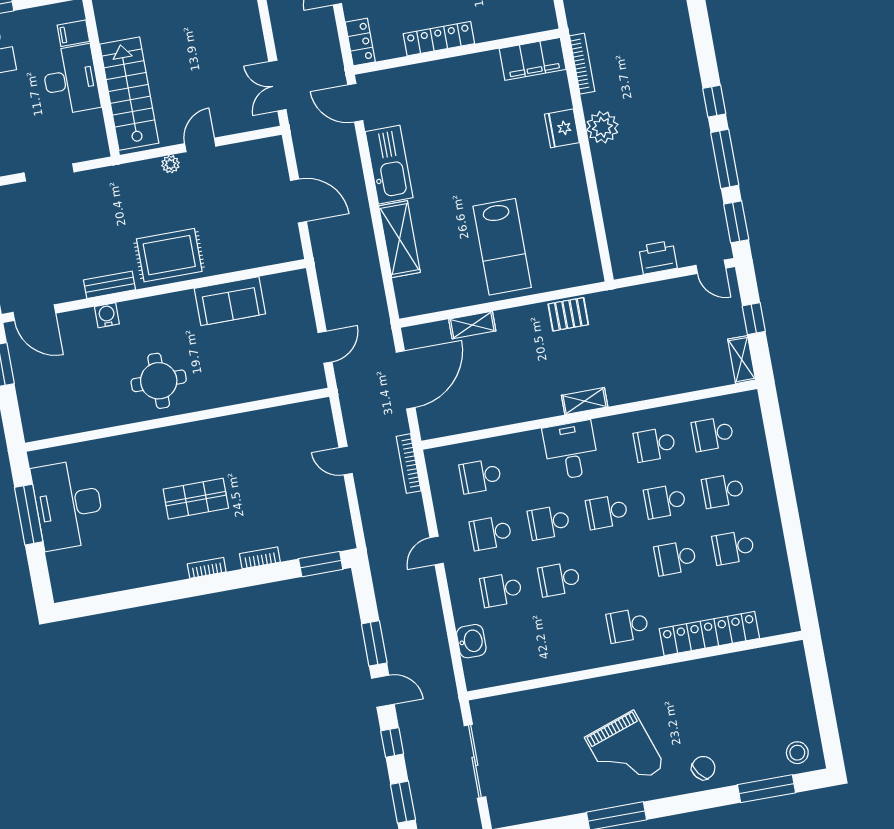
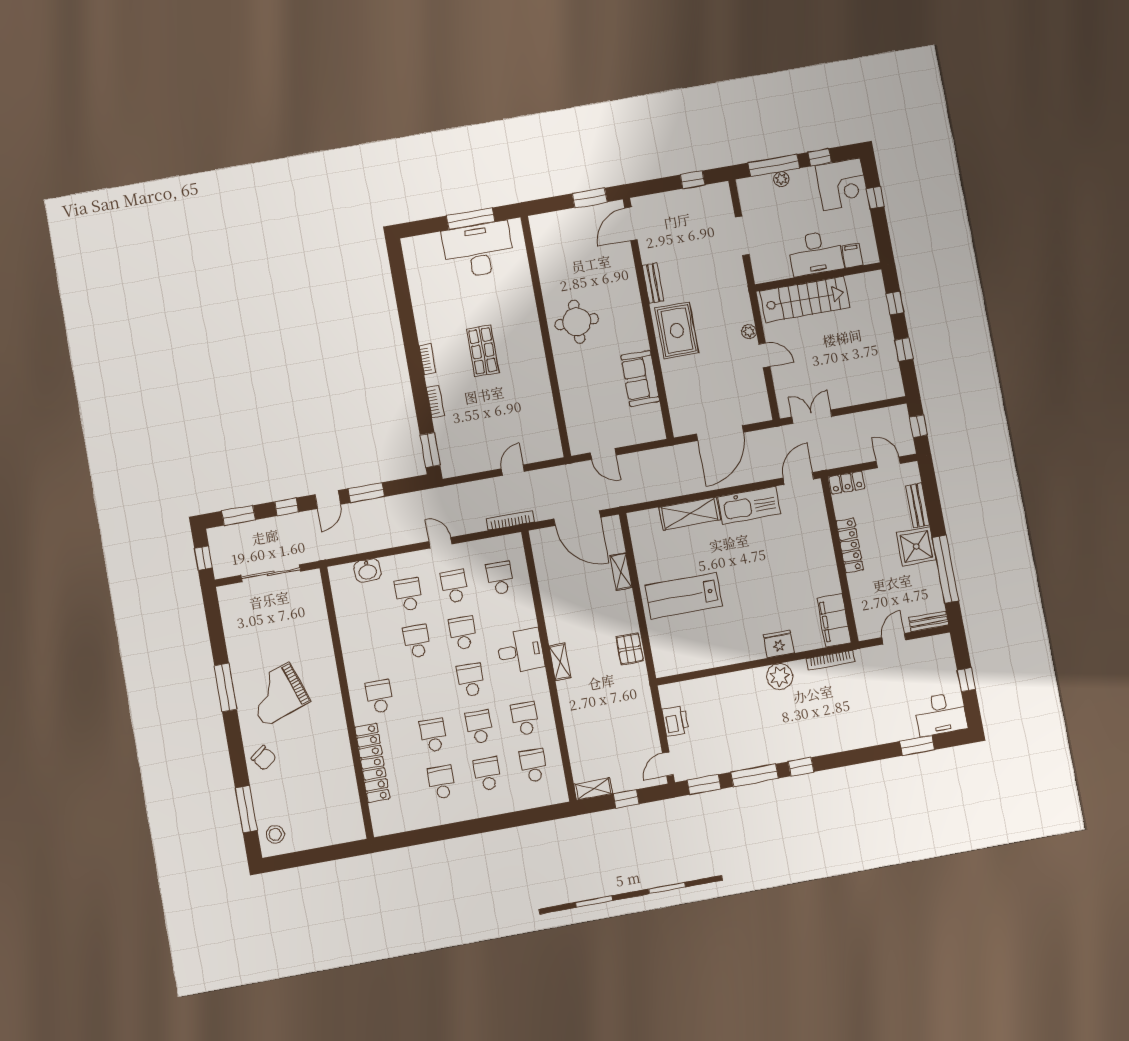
door: (298, 201) -> (720, 433), width x1.36
water cooler: (107, 315) -> (629, 281), removed

